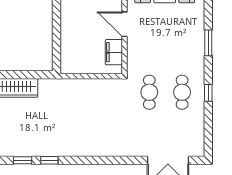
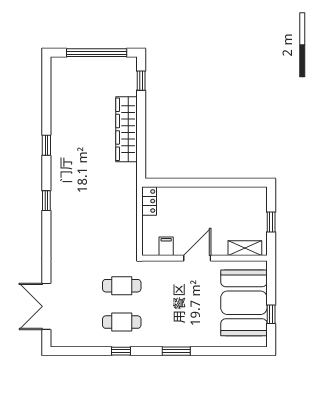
filing cabinet: (114, 52) -> (166, 246), width x0.50
locker: (73, 68) -> (149, 201), added
window: (49, 160) -> (46, 201), moved

